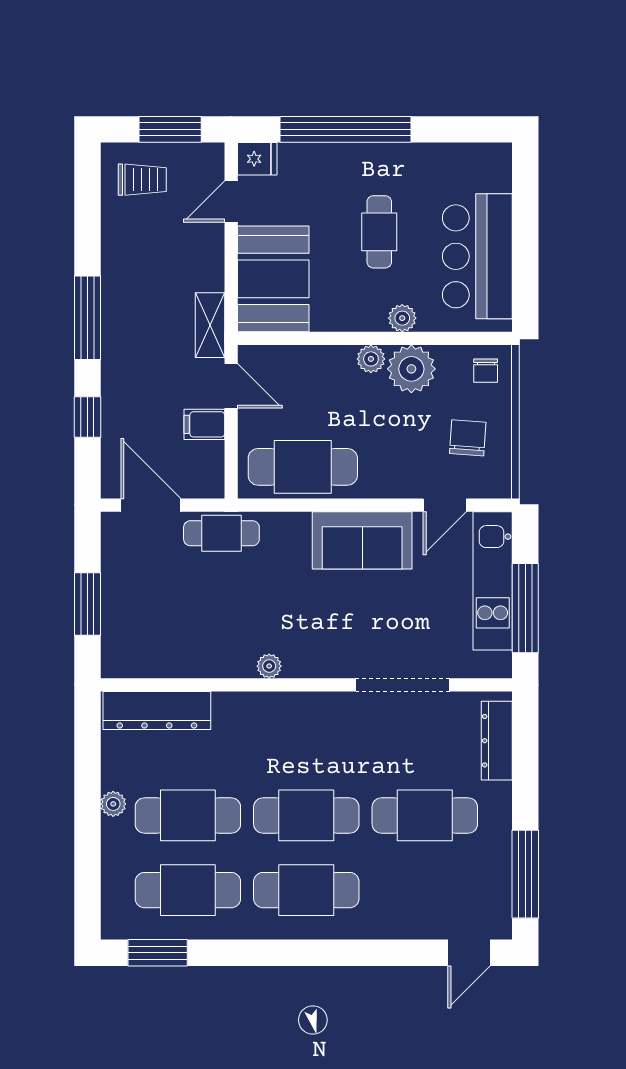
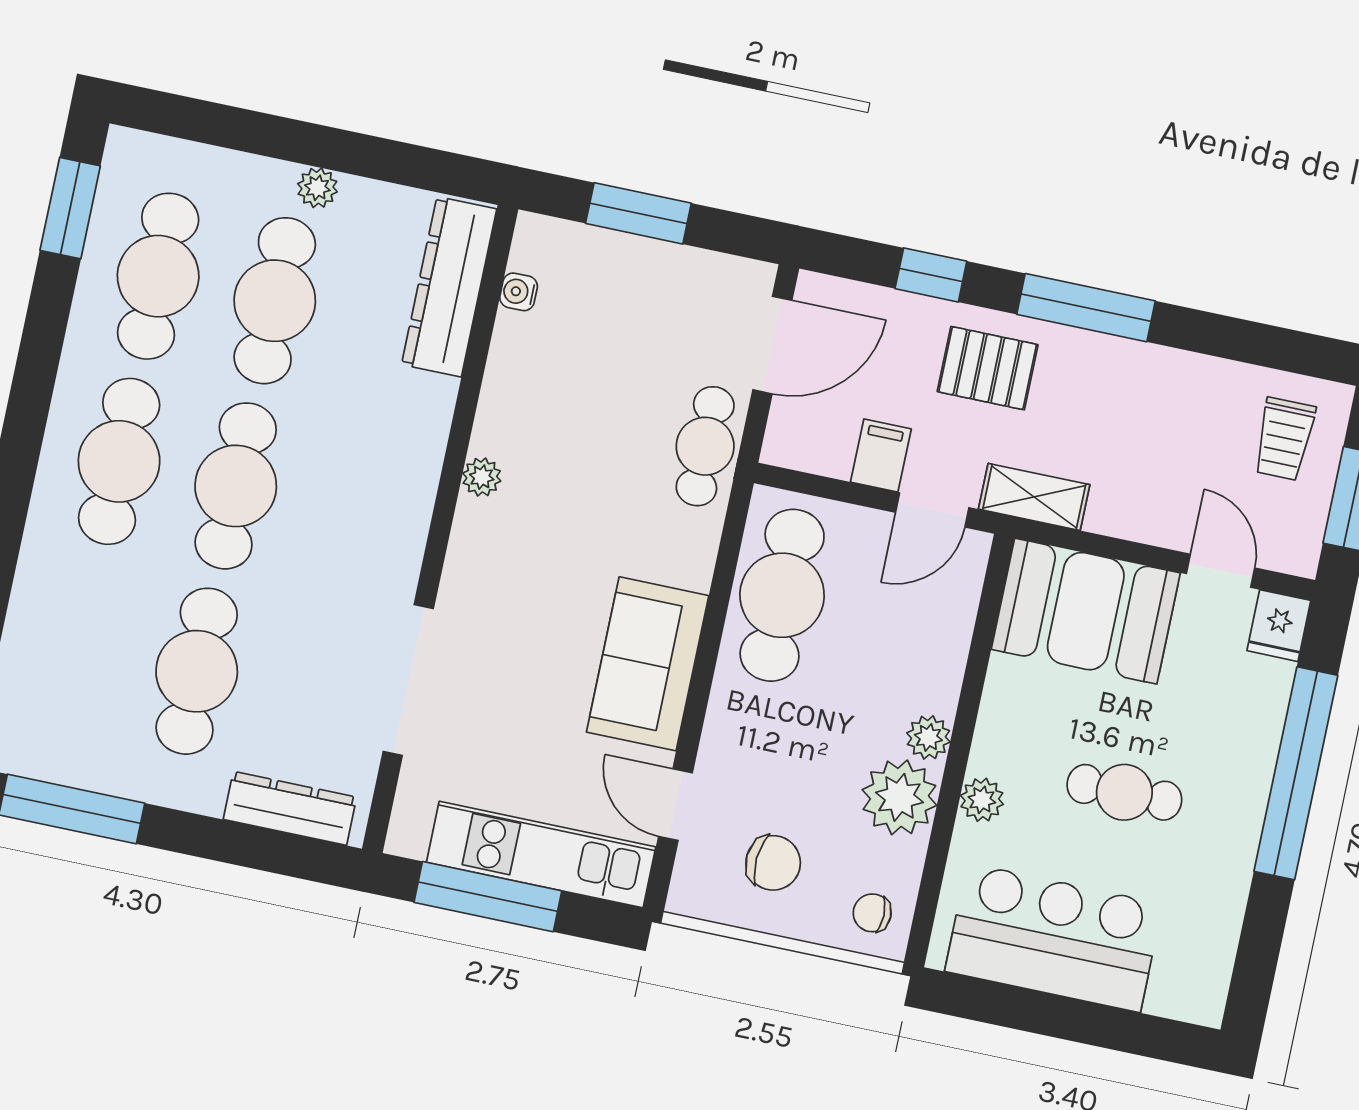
pallet: (137, 370) -> (988, 368), added
water cooler: (151, 667) -> (519, 292), added

